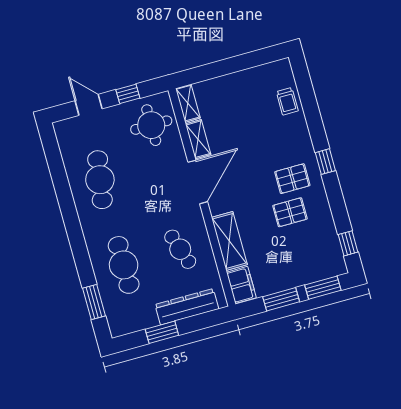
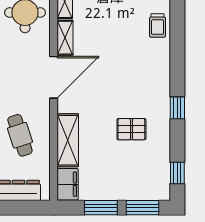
window: (325, 162) -> (177, 108), moved
pallet: (292, 179) -> (142, 99), removed

